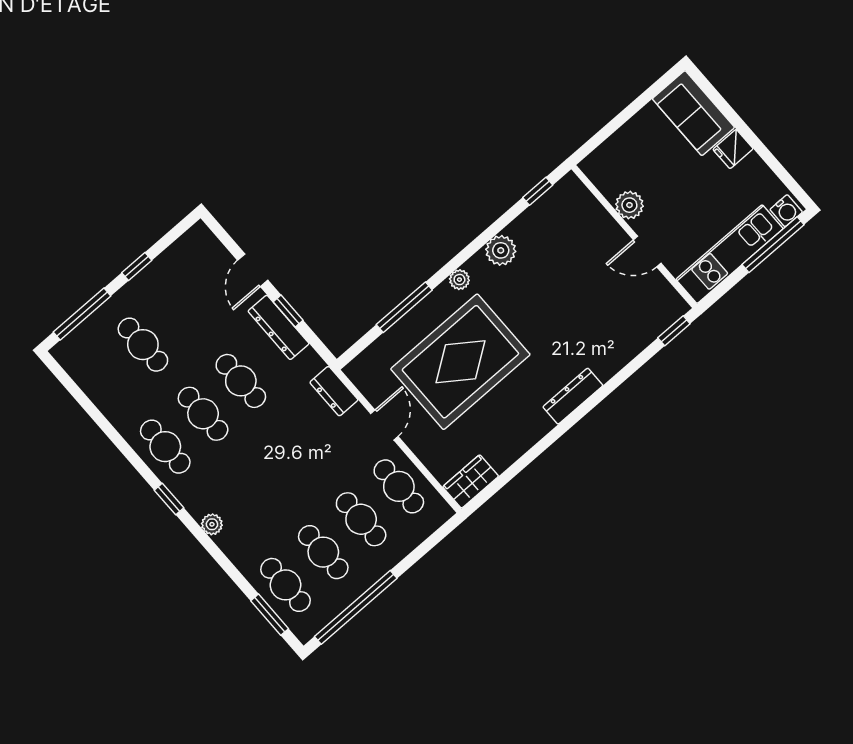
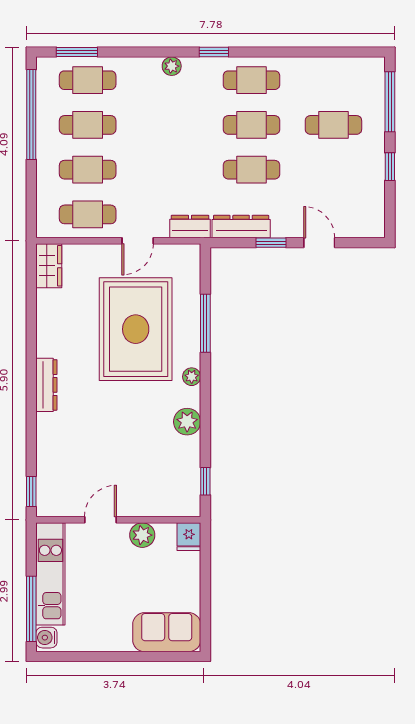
fridge: (733, 149) -> (189, 537), moved, turned 180
dresser: (279, 327) -> (241, 227), moved
door: (384, 425) -> (138, 241), hinge flipped

